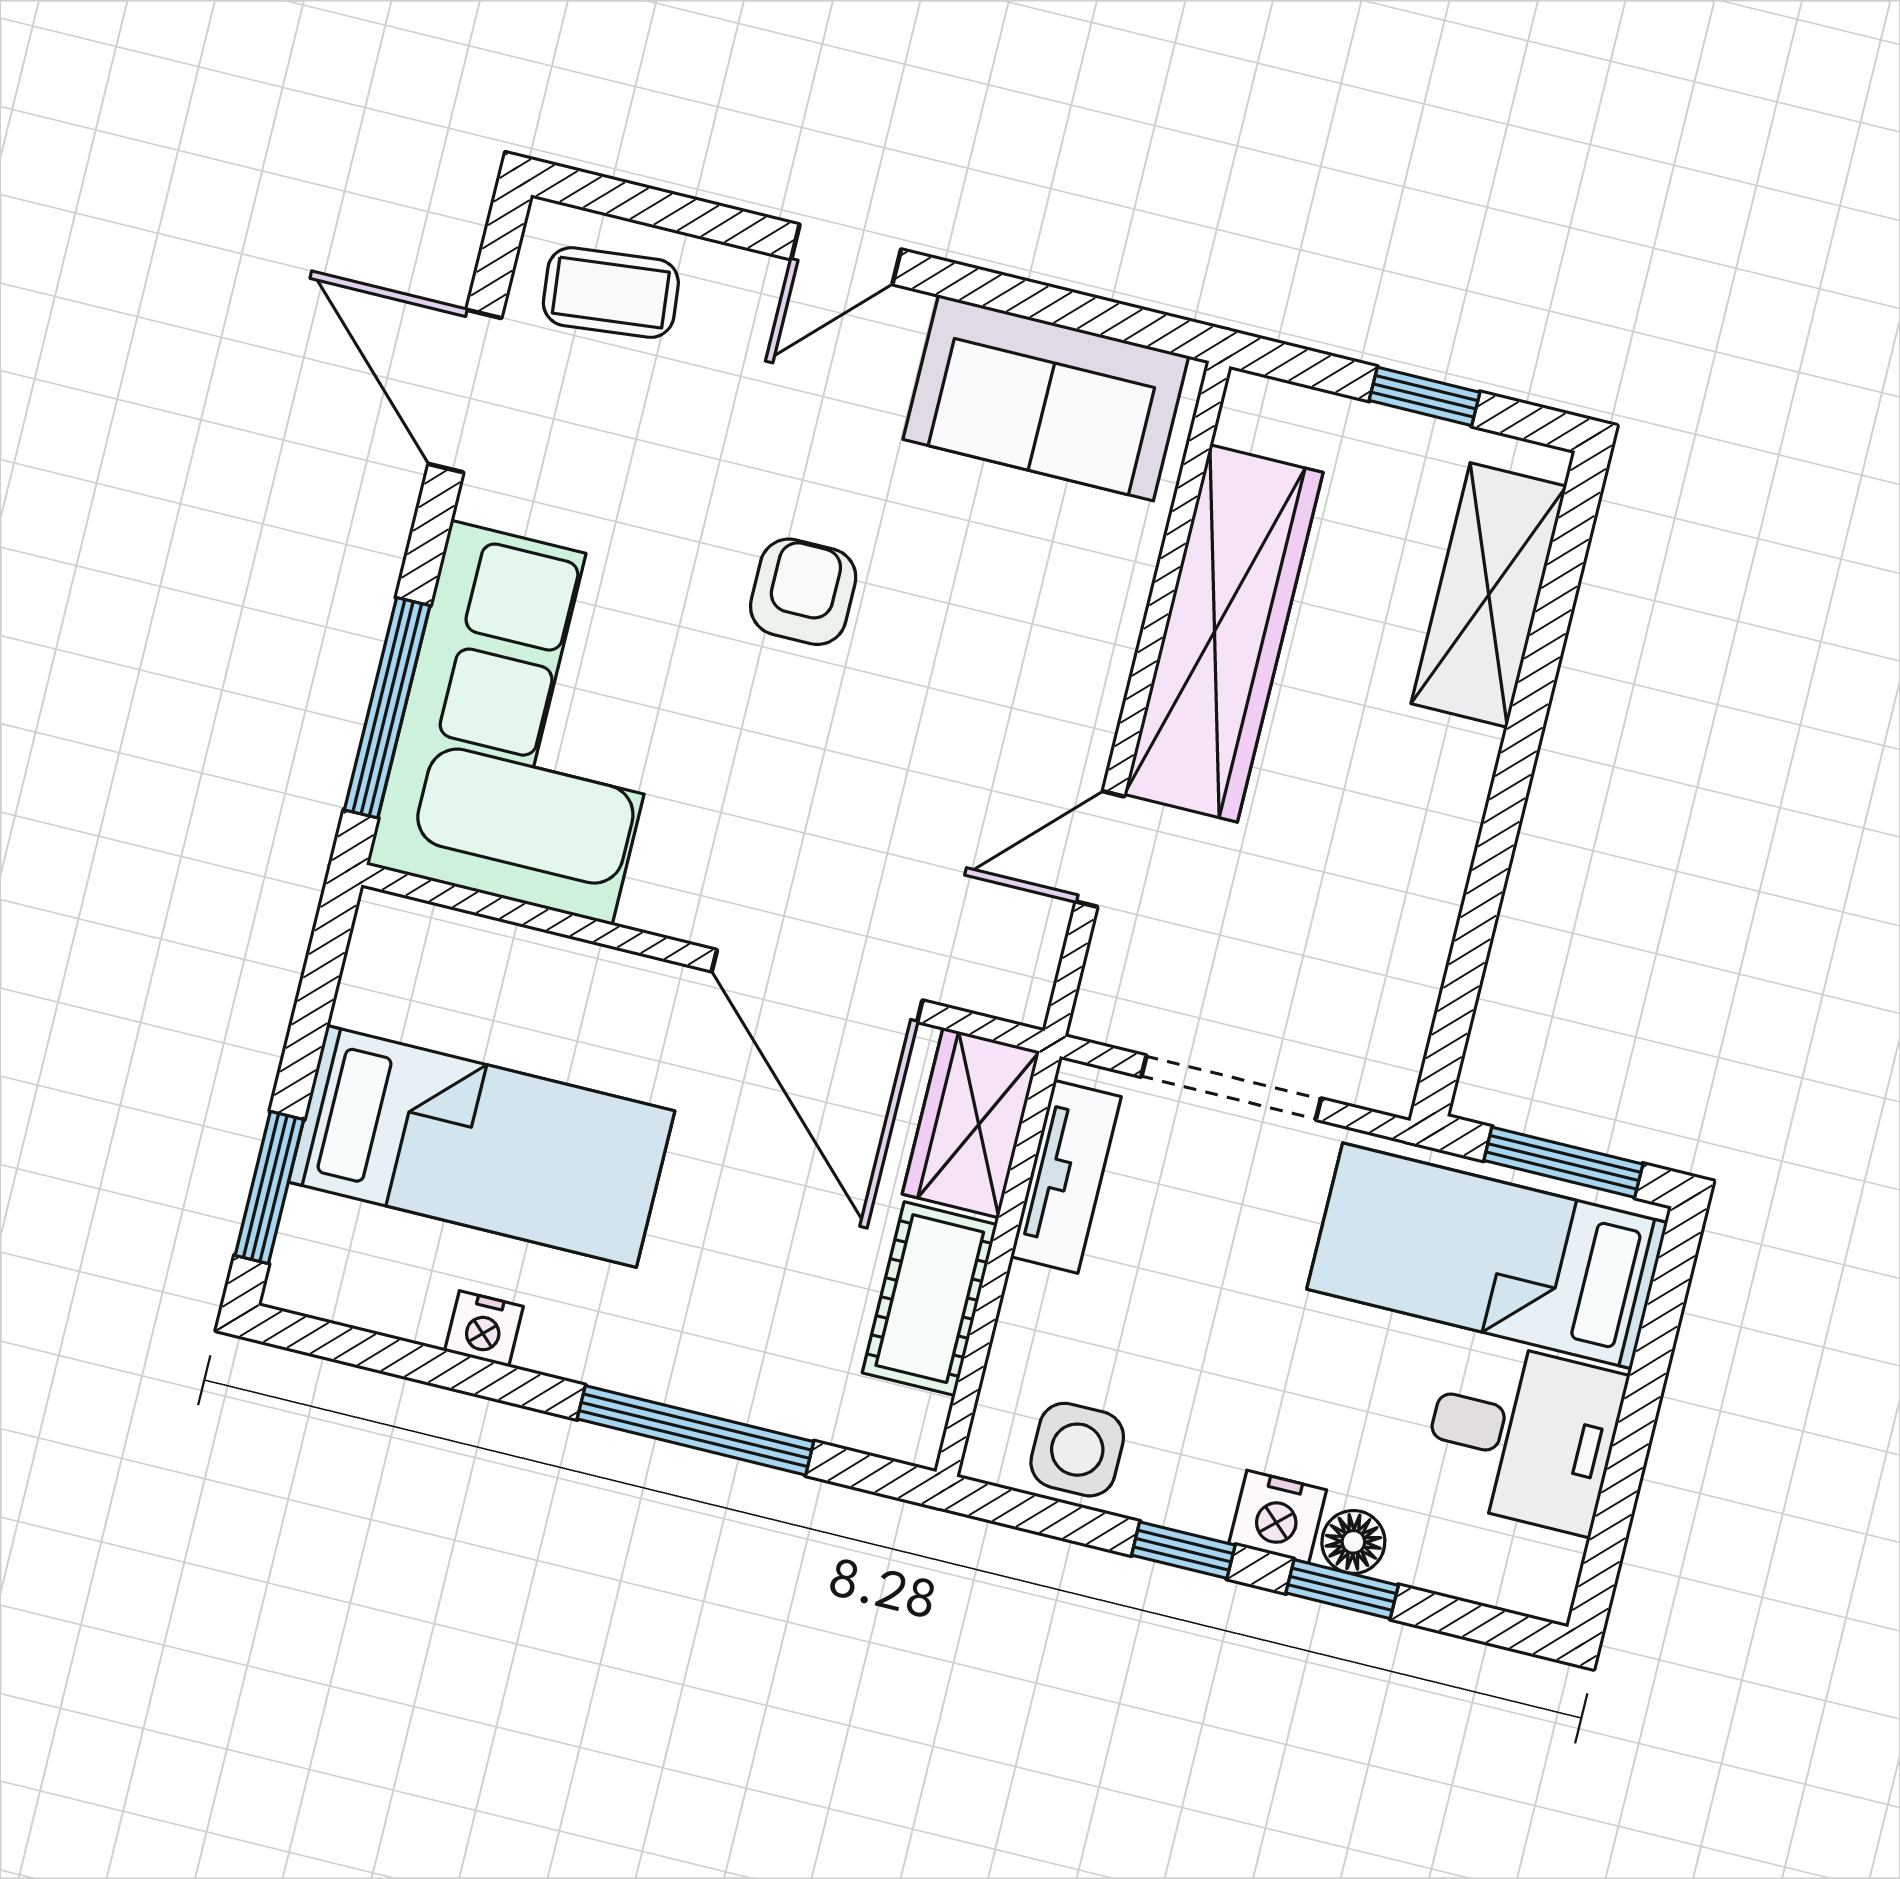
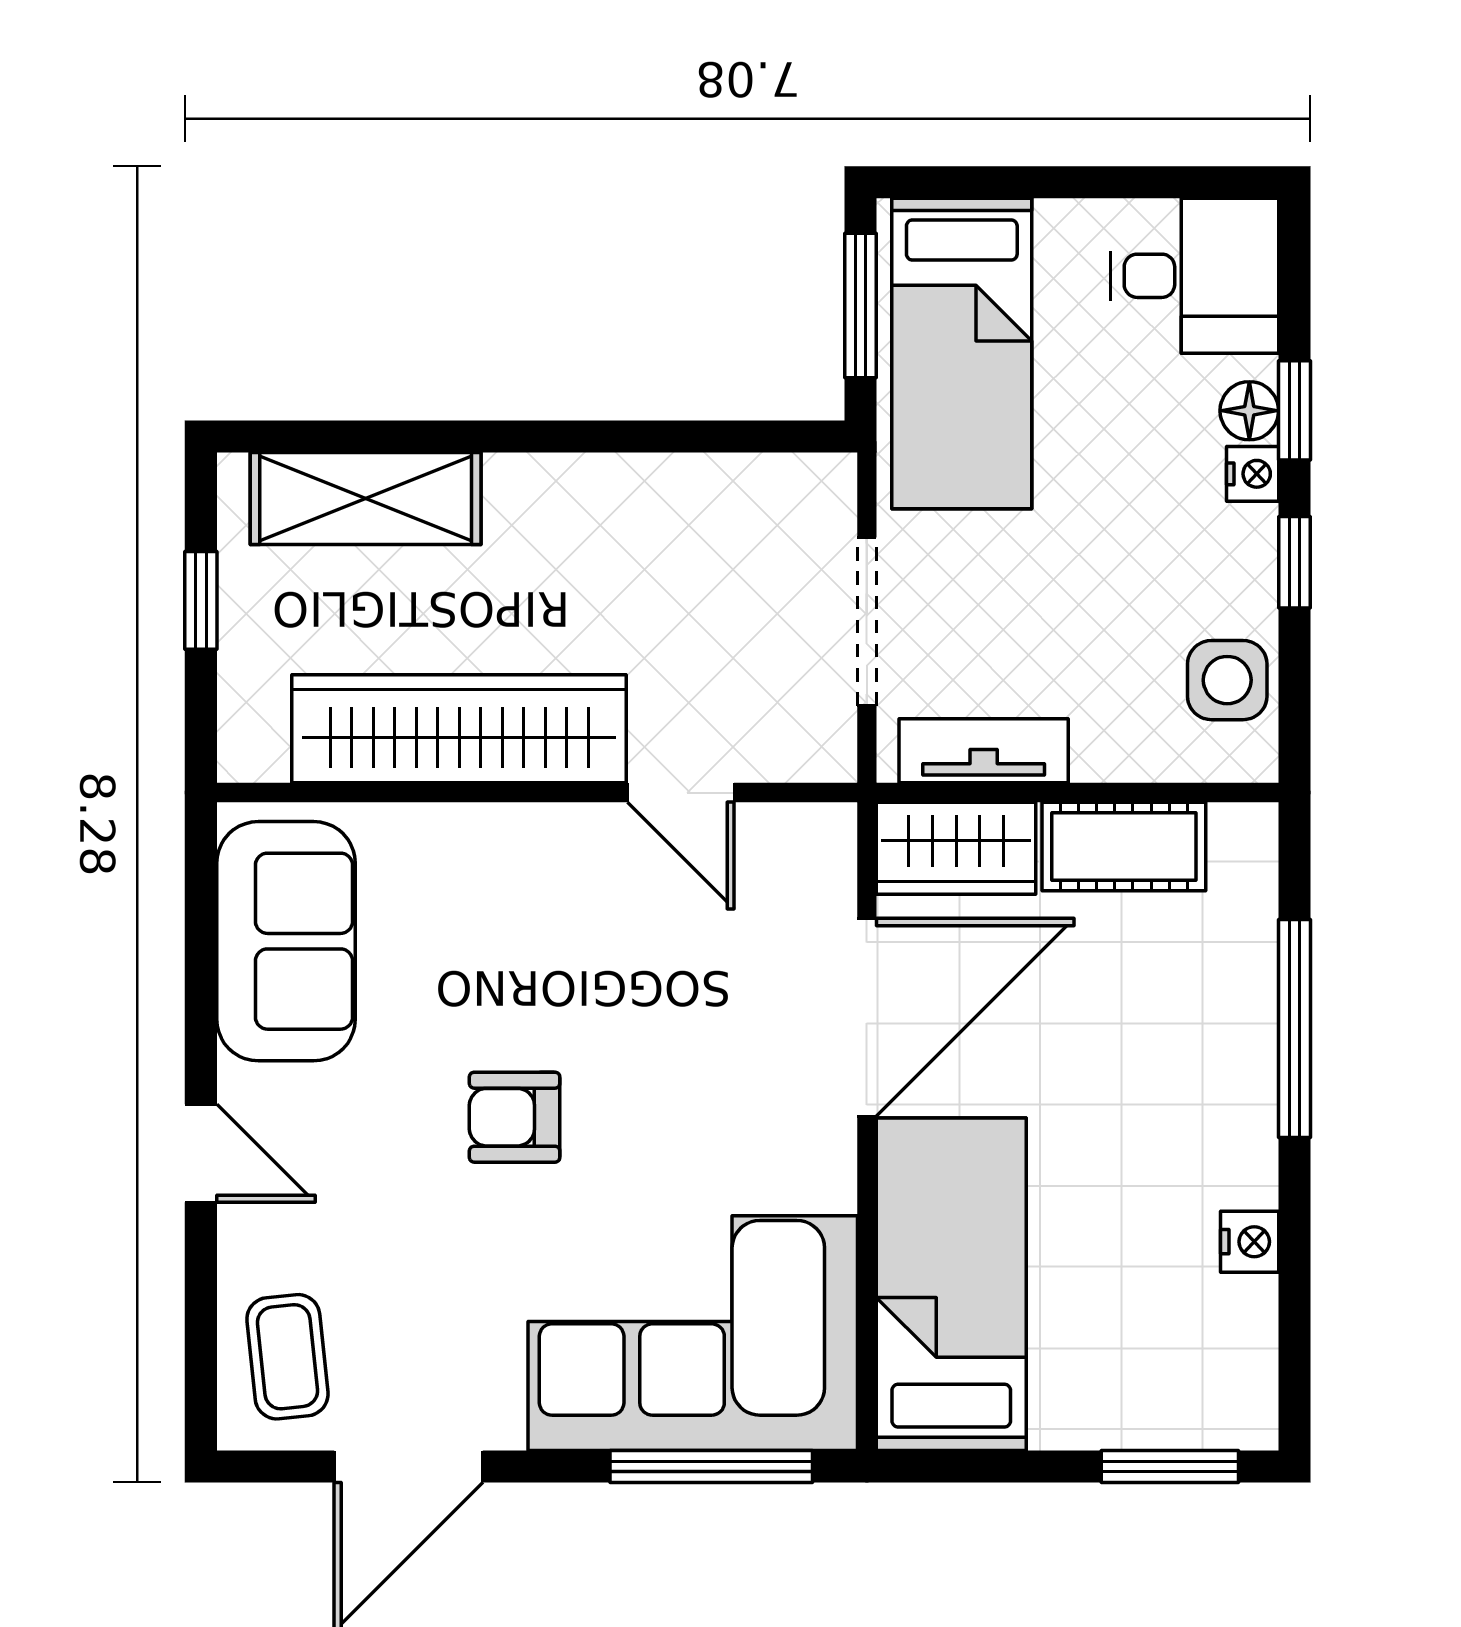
bed: (482, 1146) -> (951, 1284), moved
desk: (1522, 1435) -> (1195, 276), moved, turned 90
nightstand: (1278, 1517) -> (1253, 474), width x0.72, depth x0.74

